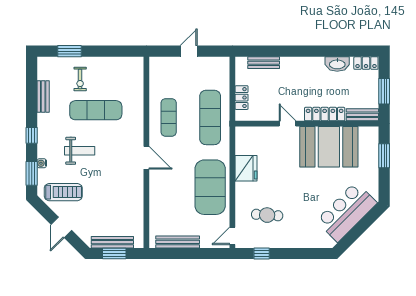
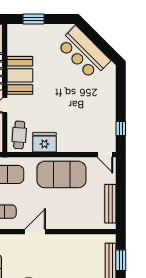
booth: (329, 147) -> (20, 75), width x0.73, depth x0.70
cafe table: (267, 215) -> (19, 135), moved

